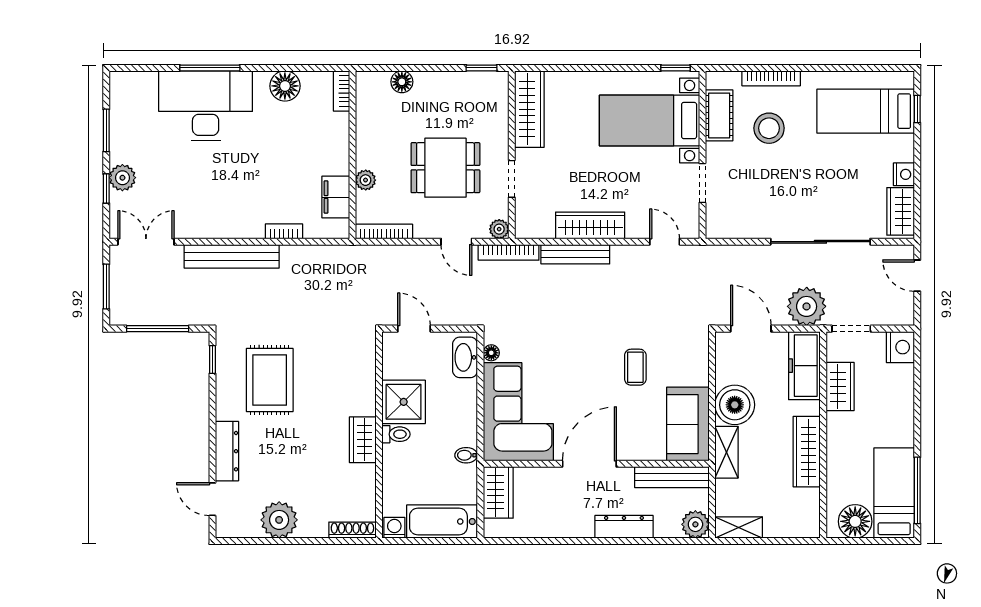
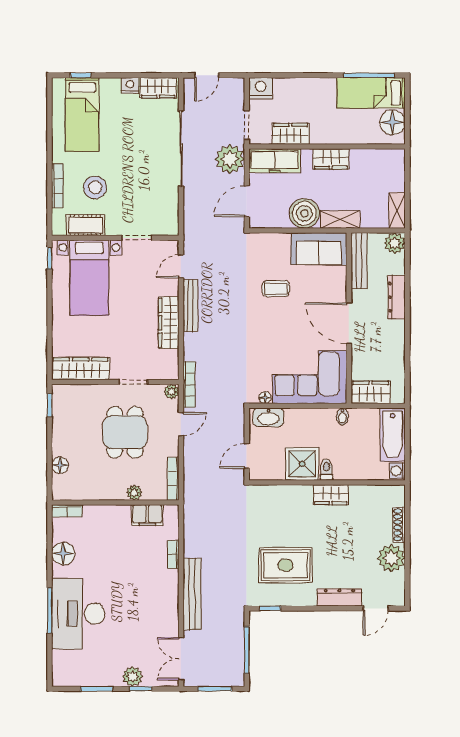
bench: (575, 254) -> (190, 306), moved
wardrobe: (807, 452) -> (331, 159), width x0.67
shoe rack: (352, 530) -> (399, 525), moved

